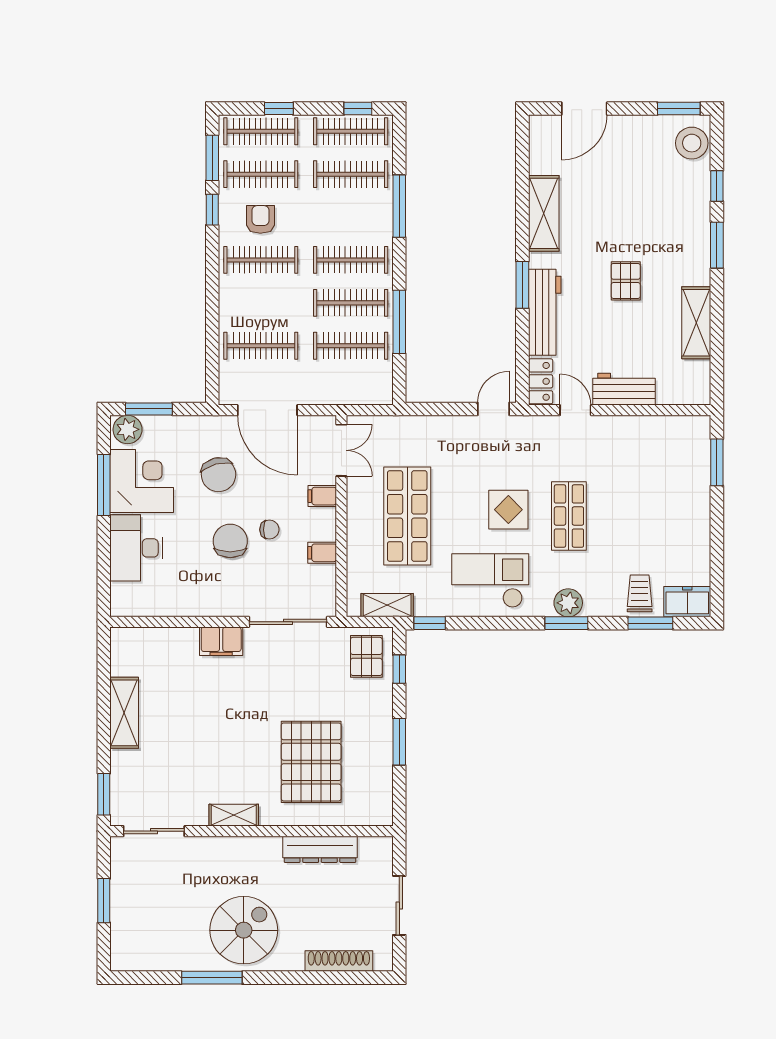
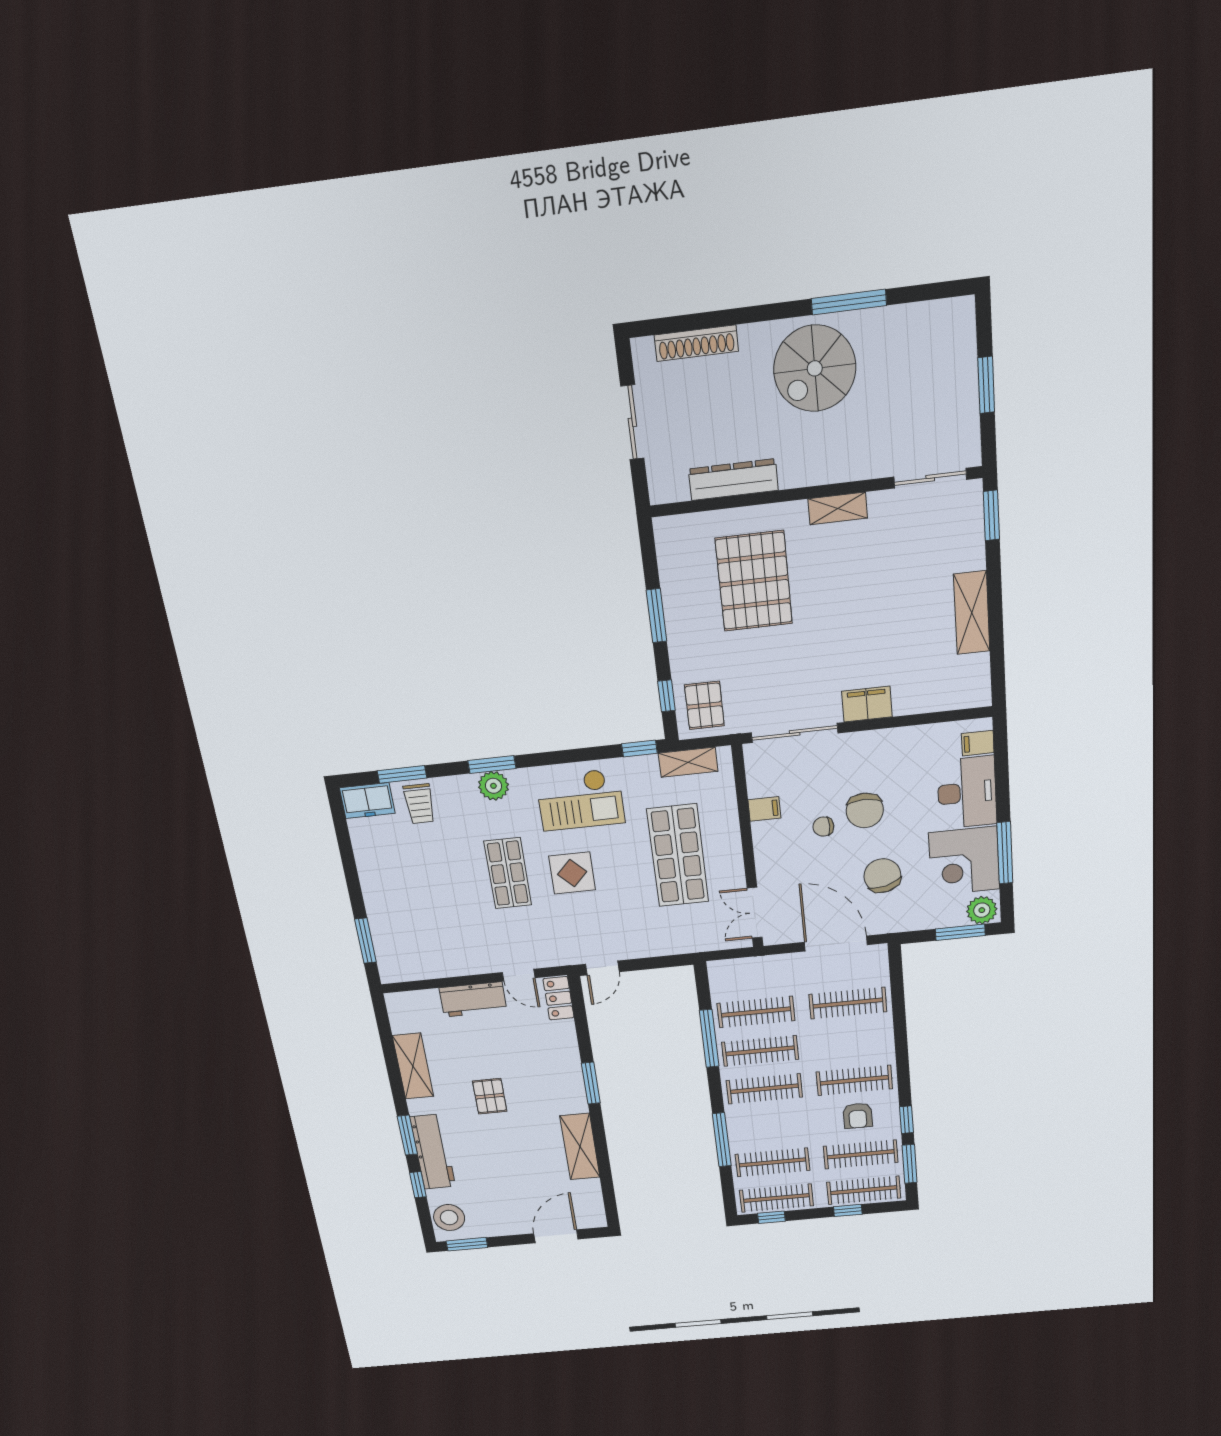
workbench: (545, 312) -> (433, 1152), moved, turned 180
filing cabinet: (322, 496) -> (978, 743), moved, turned 180

